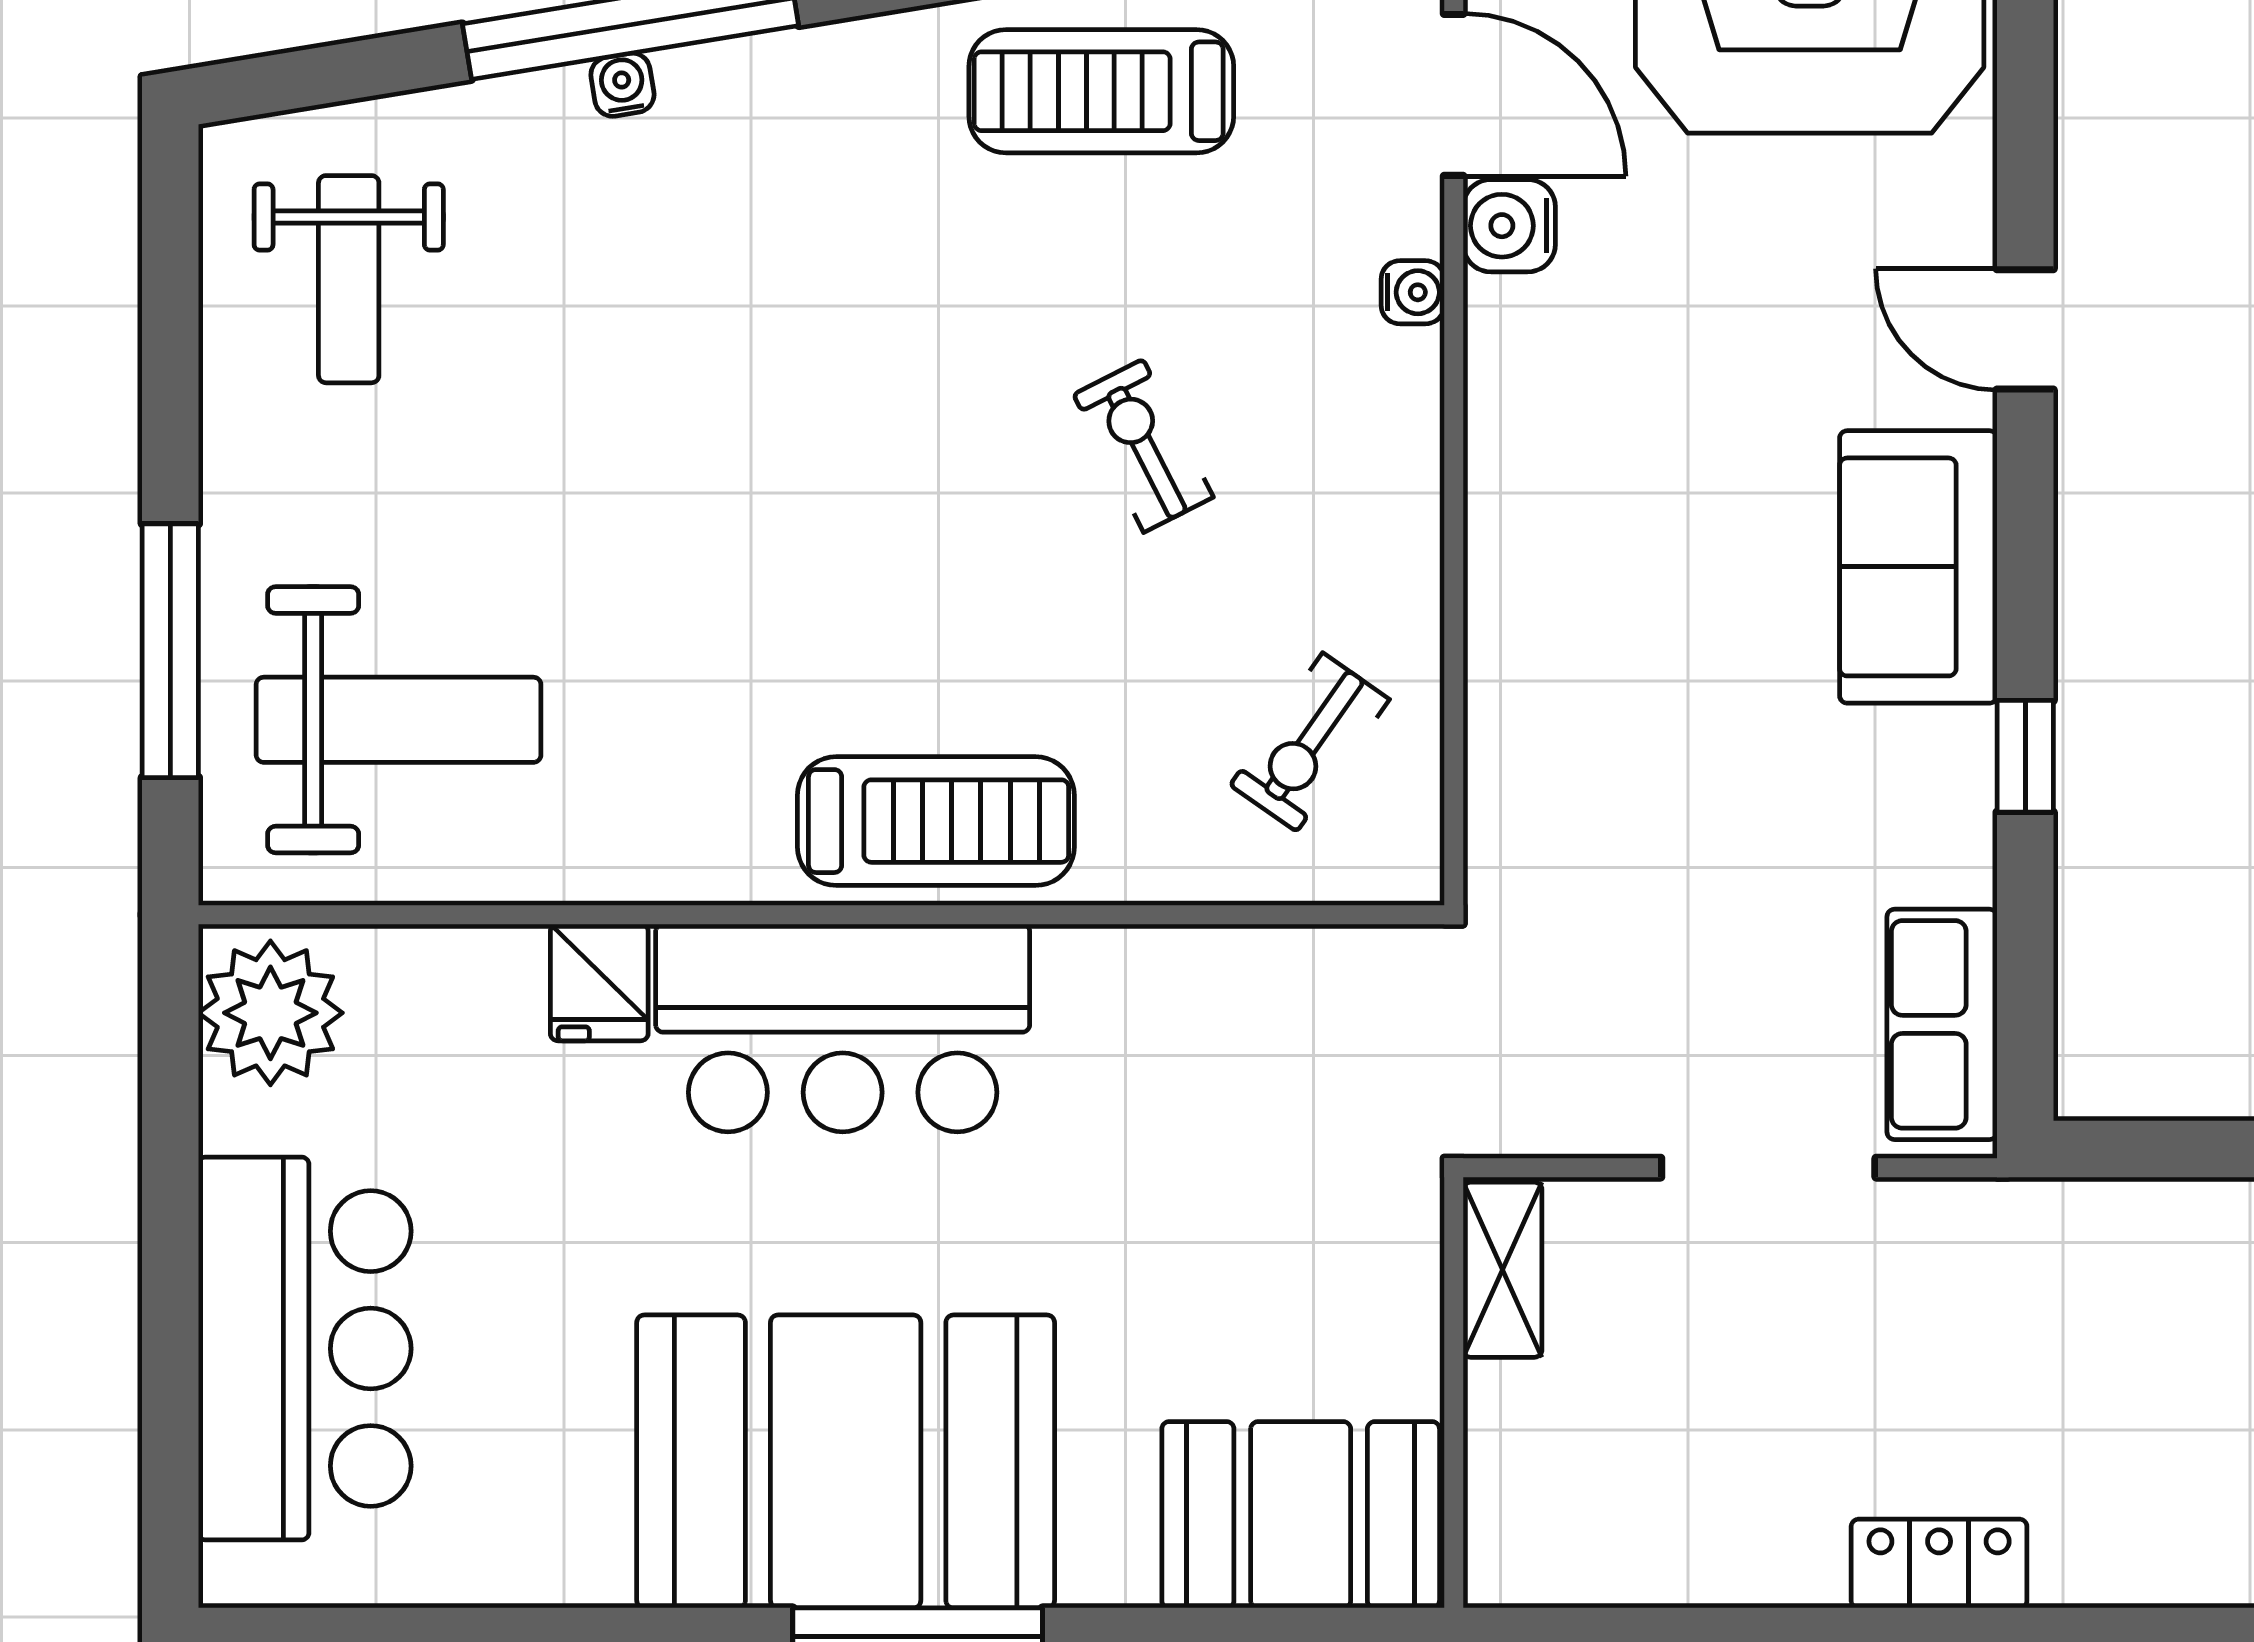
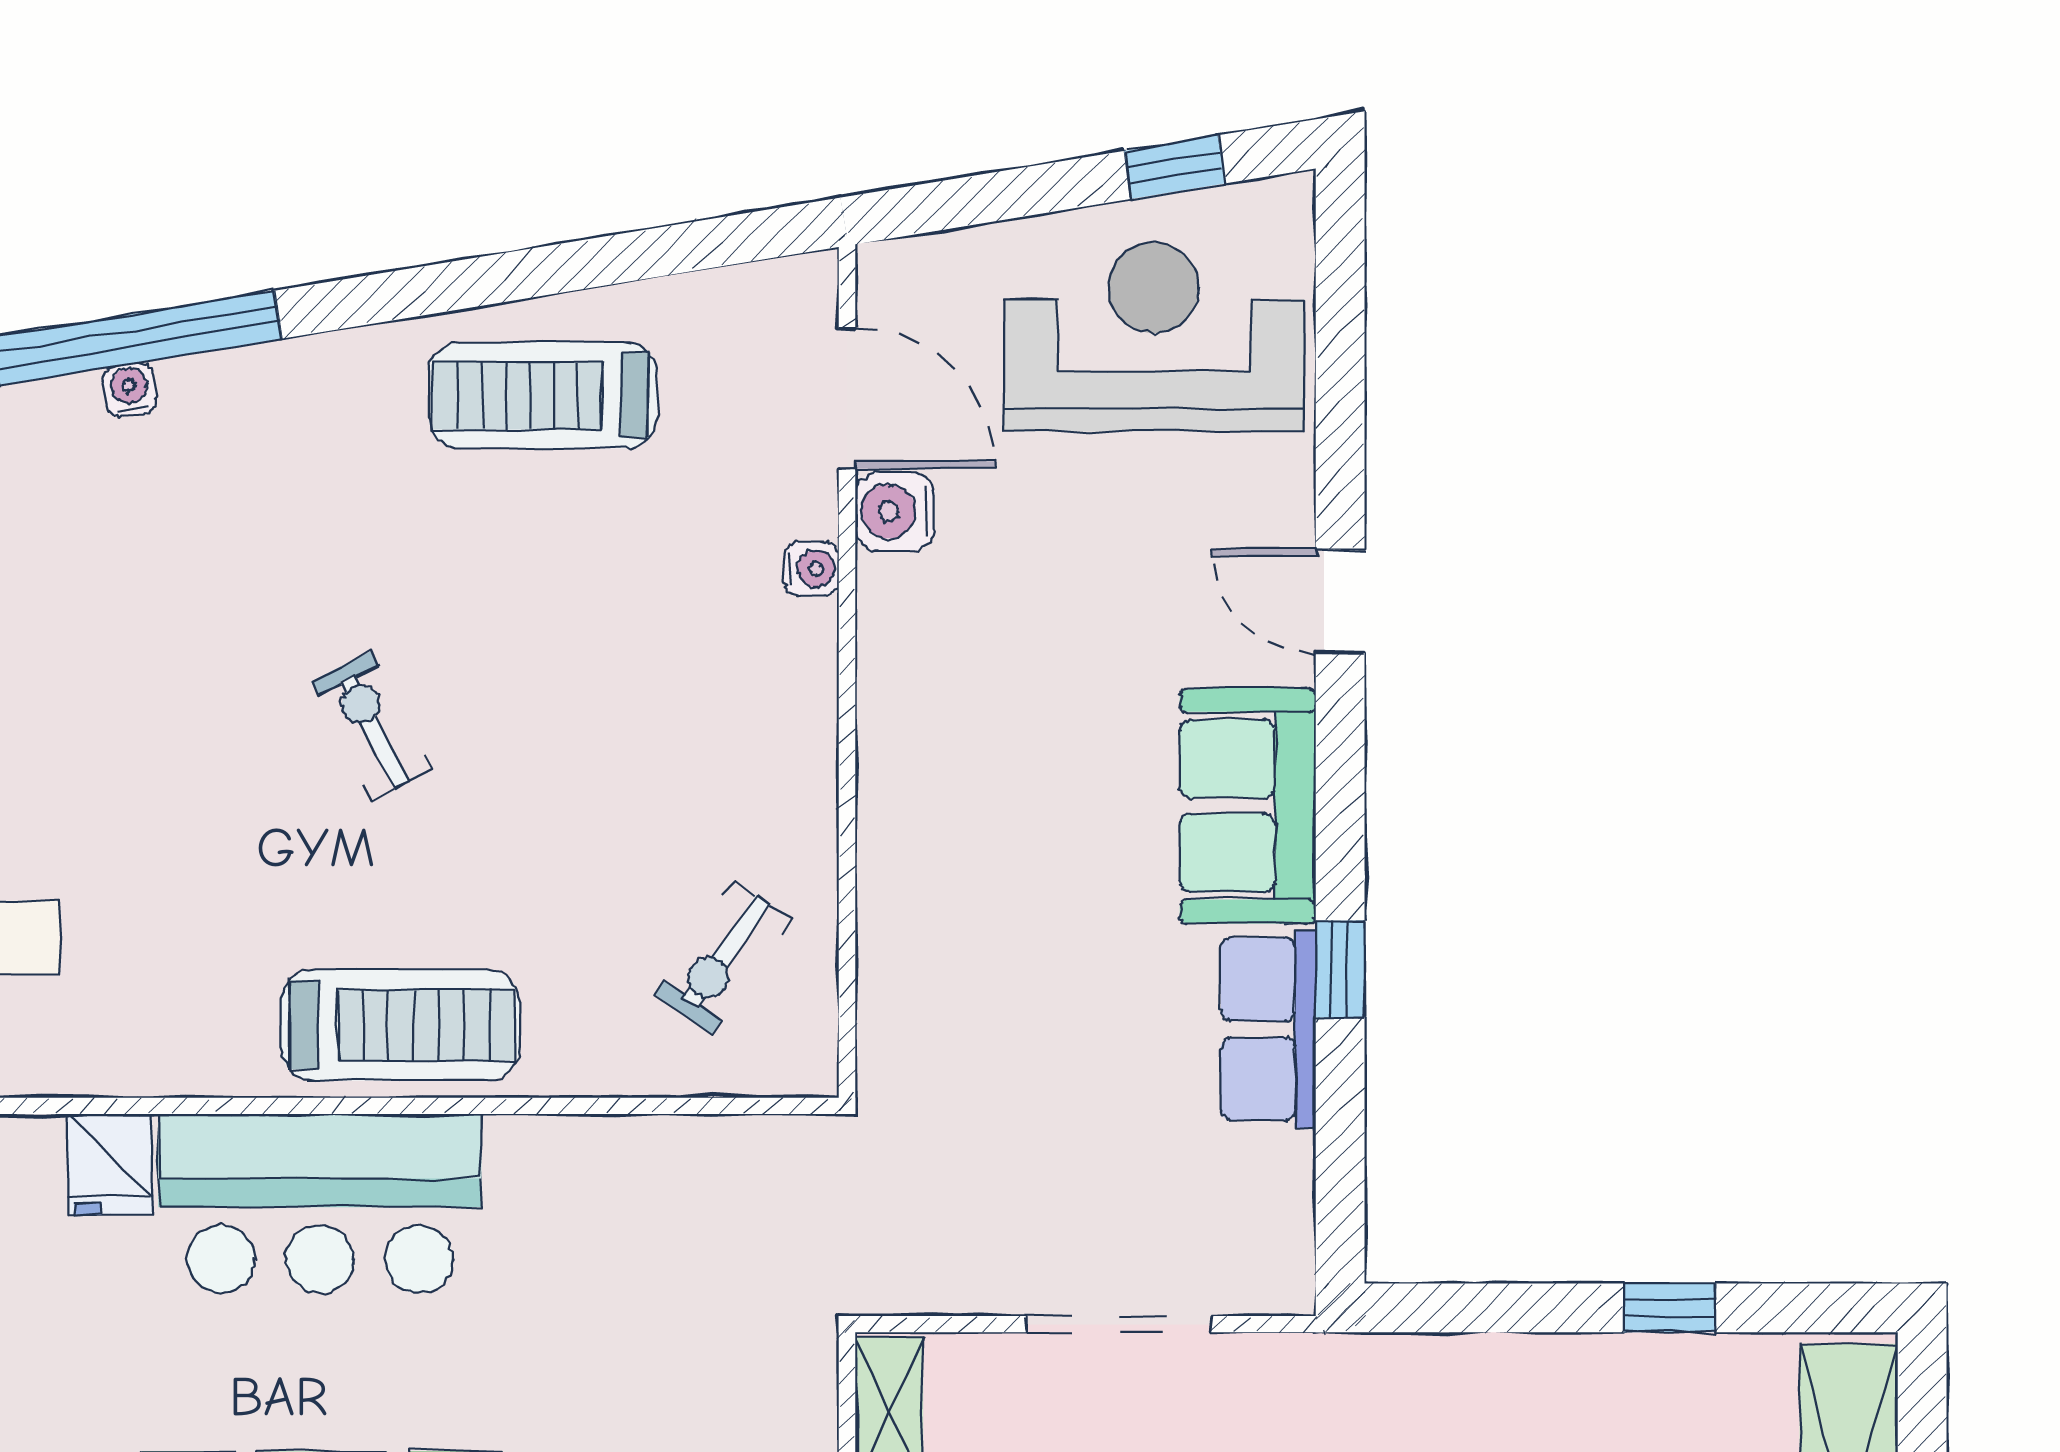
exercise bike: (1143, 446) -> (372, 726), moved
row of seats: (1942, 1024) -> (1268, 1029), moved

